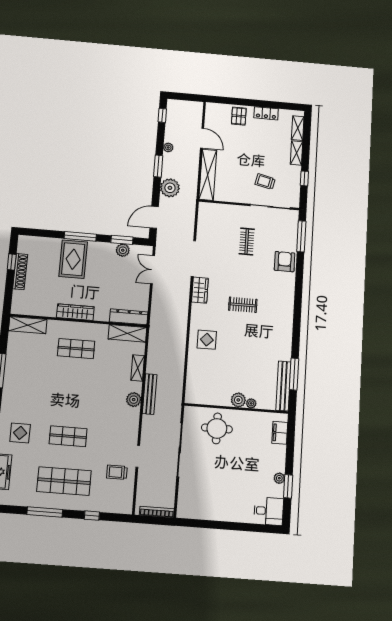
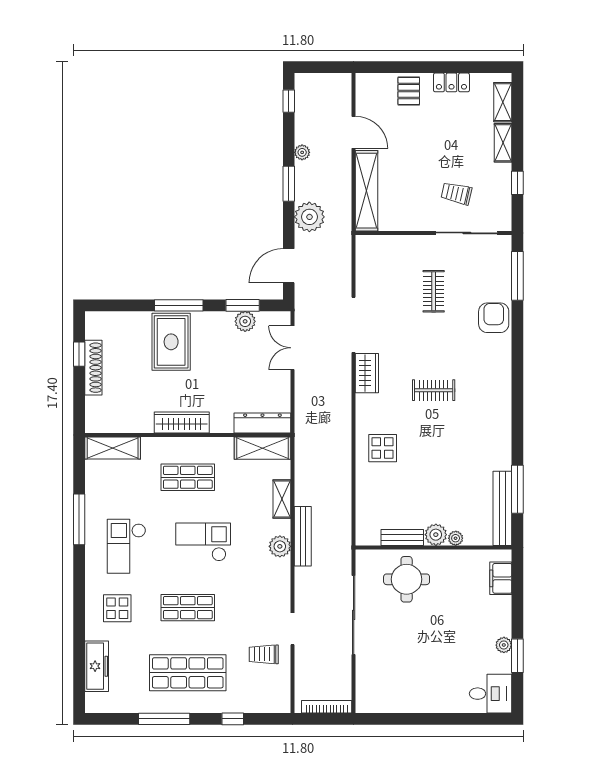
checkout: (31, 391) -> (126, 546), added
checkout: (82, 393) -> (203, 542), added
bench: (216, 400) -> (402, 537), added

